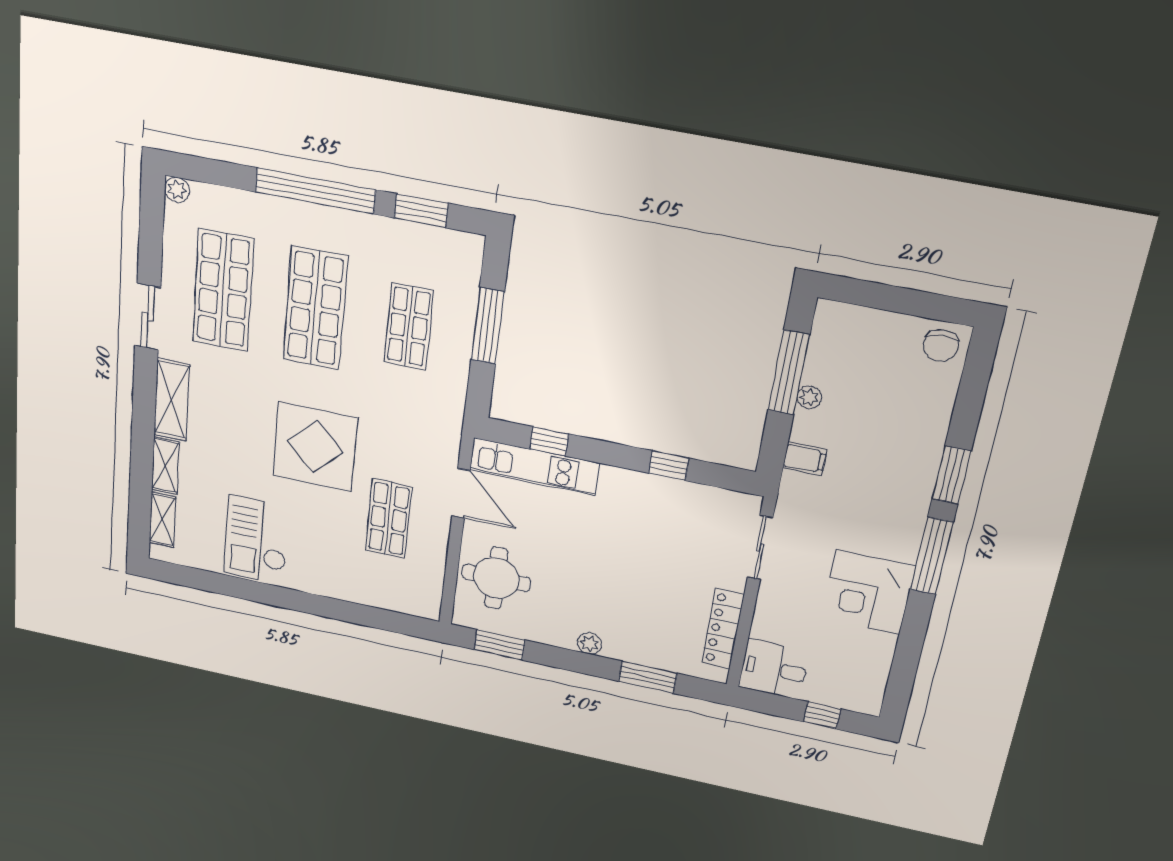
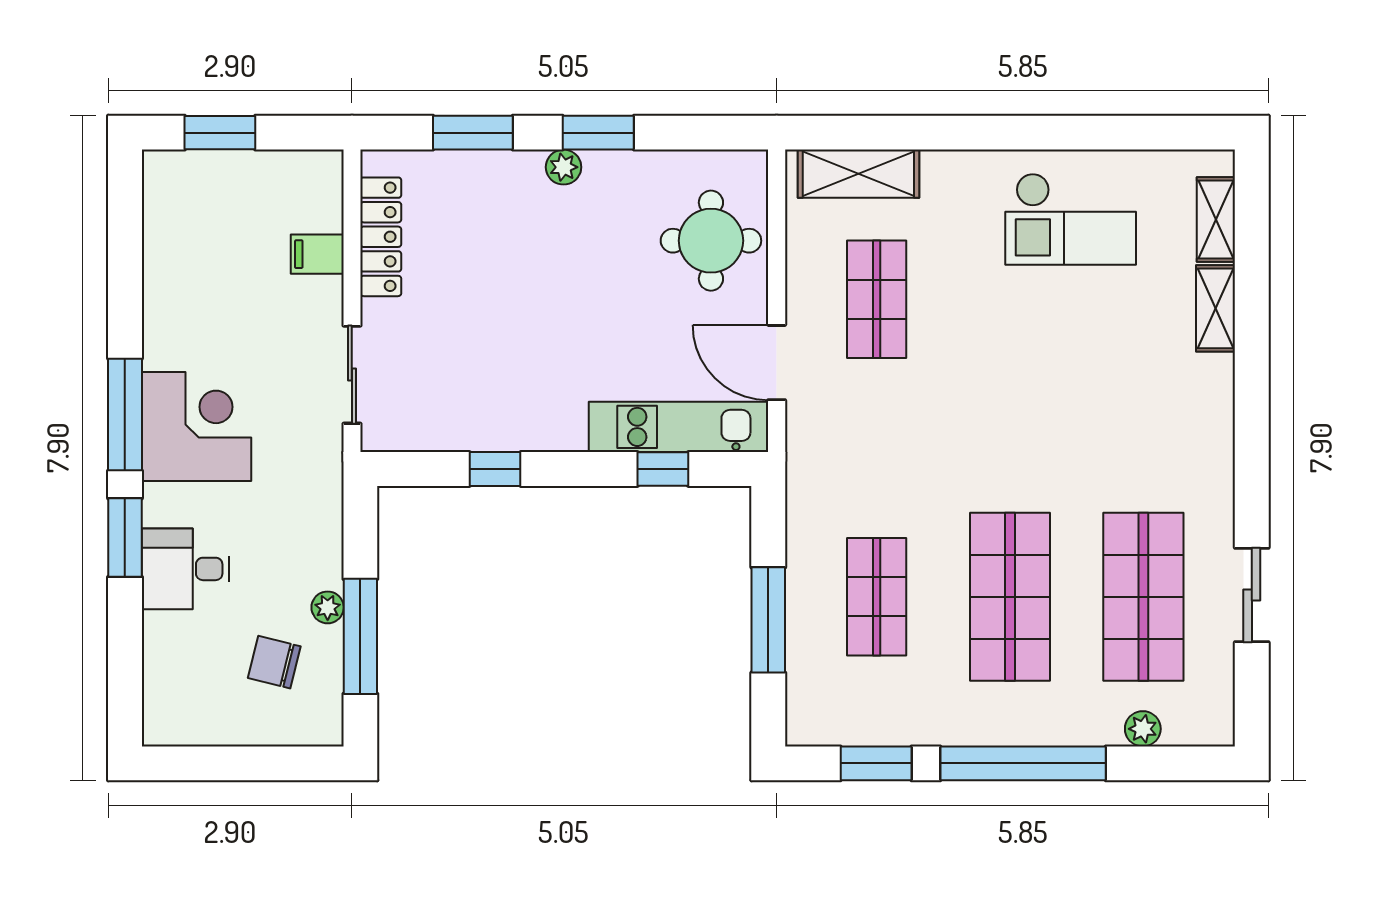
plant: (177, 190) -> (1143, 729), moved
sliding door: (148, 317) -> (1252, 595), moved
chair: (941, 346) -> (274, 662), moved, turned -72
shelving: (172, 400) -> (858, 174), moved, turned 90
display table: (315, 447) -> (994, 388), removed
filing cabinet: (805, 459) -> (317, 254), moved
checkout: (256, 540) -> (1071, 219), turned 90
corner desk: (868, 592) -> (196, 427), moved
window: (499, 645) -> (598, 133), moved
desk: (774, 669) -> (186, 569), moved, turned 180
window: (822, 715) -> (220, 133), width x1.50

